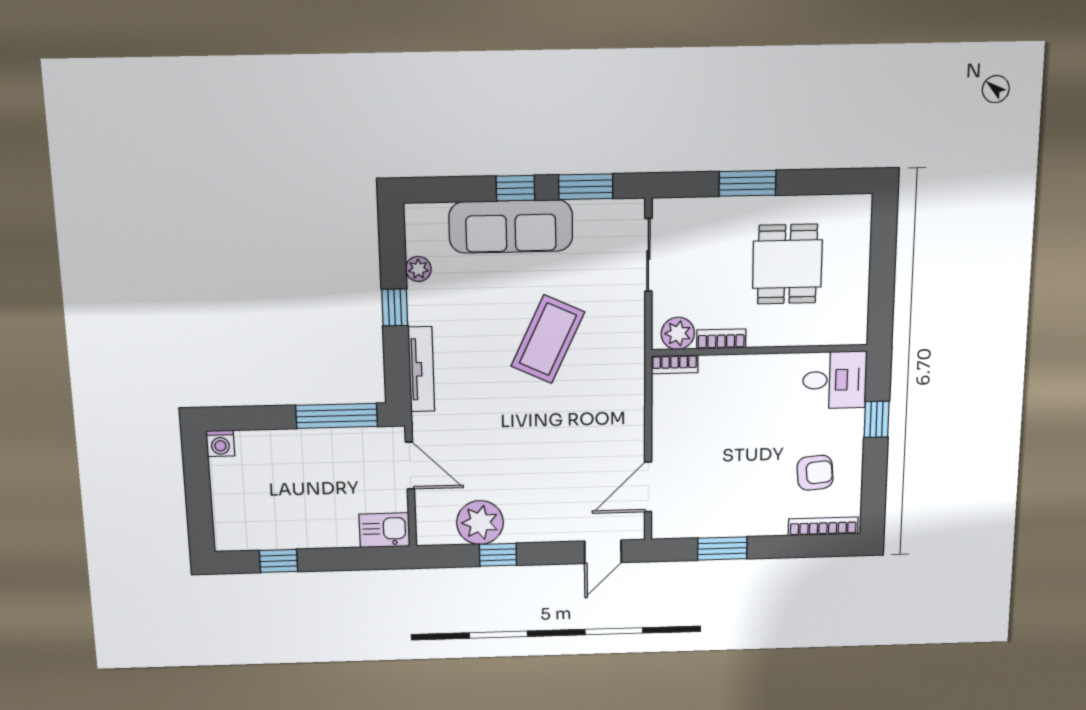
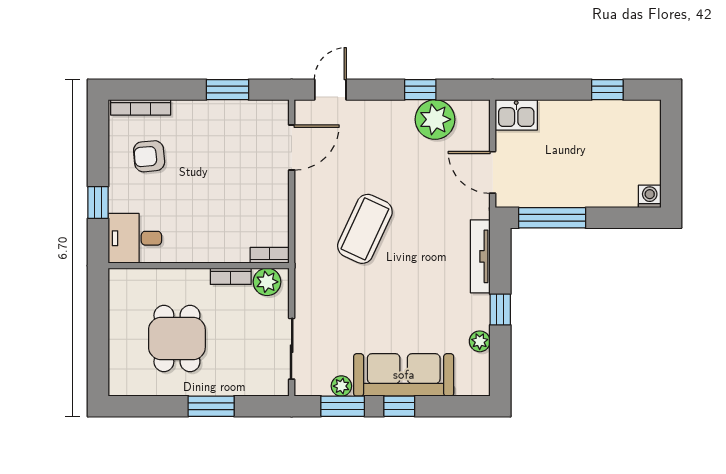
plant: (587, 211) -> (341, 386), added
coffee table: (548, 339) -> (365, 229), moved

